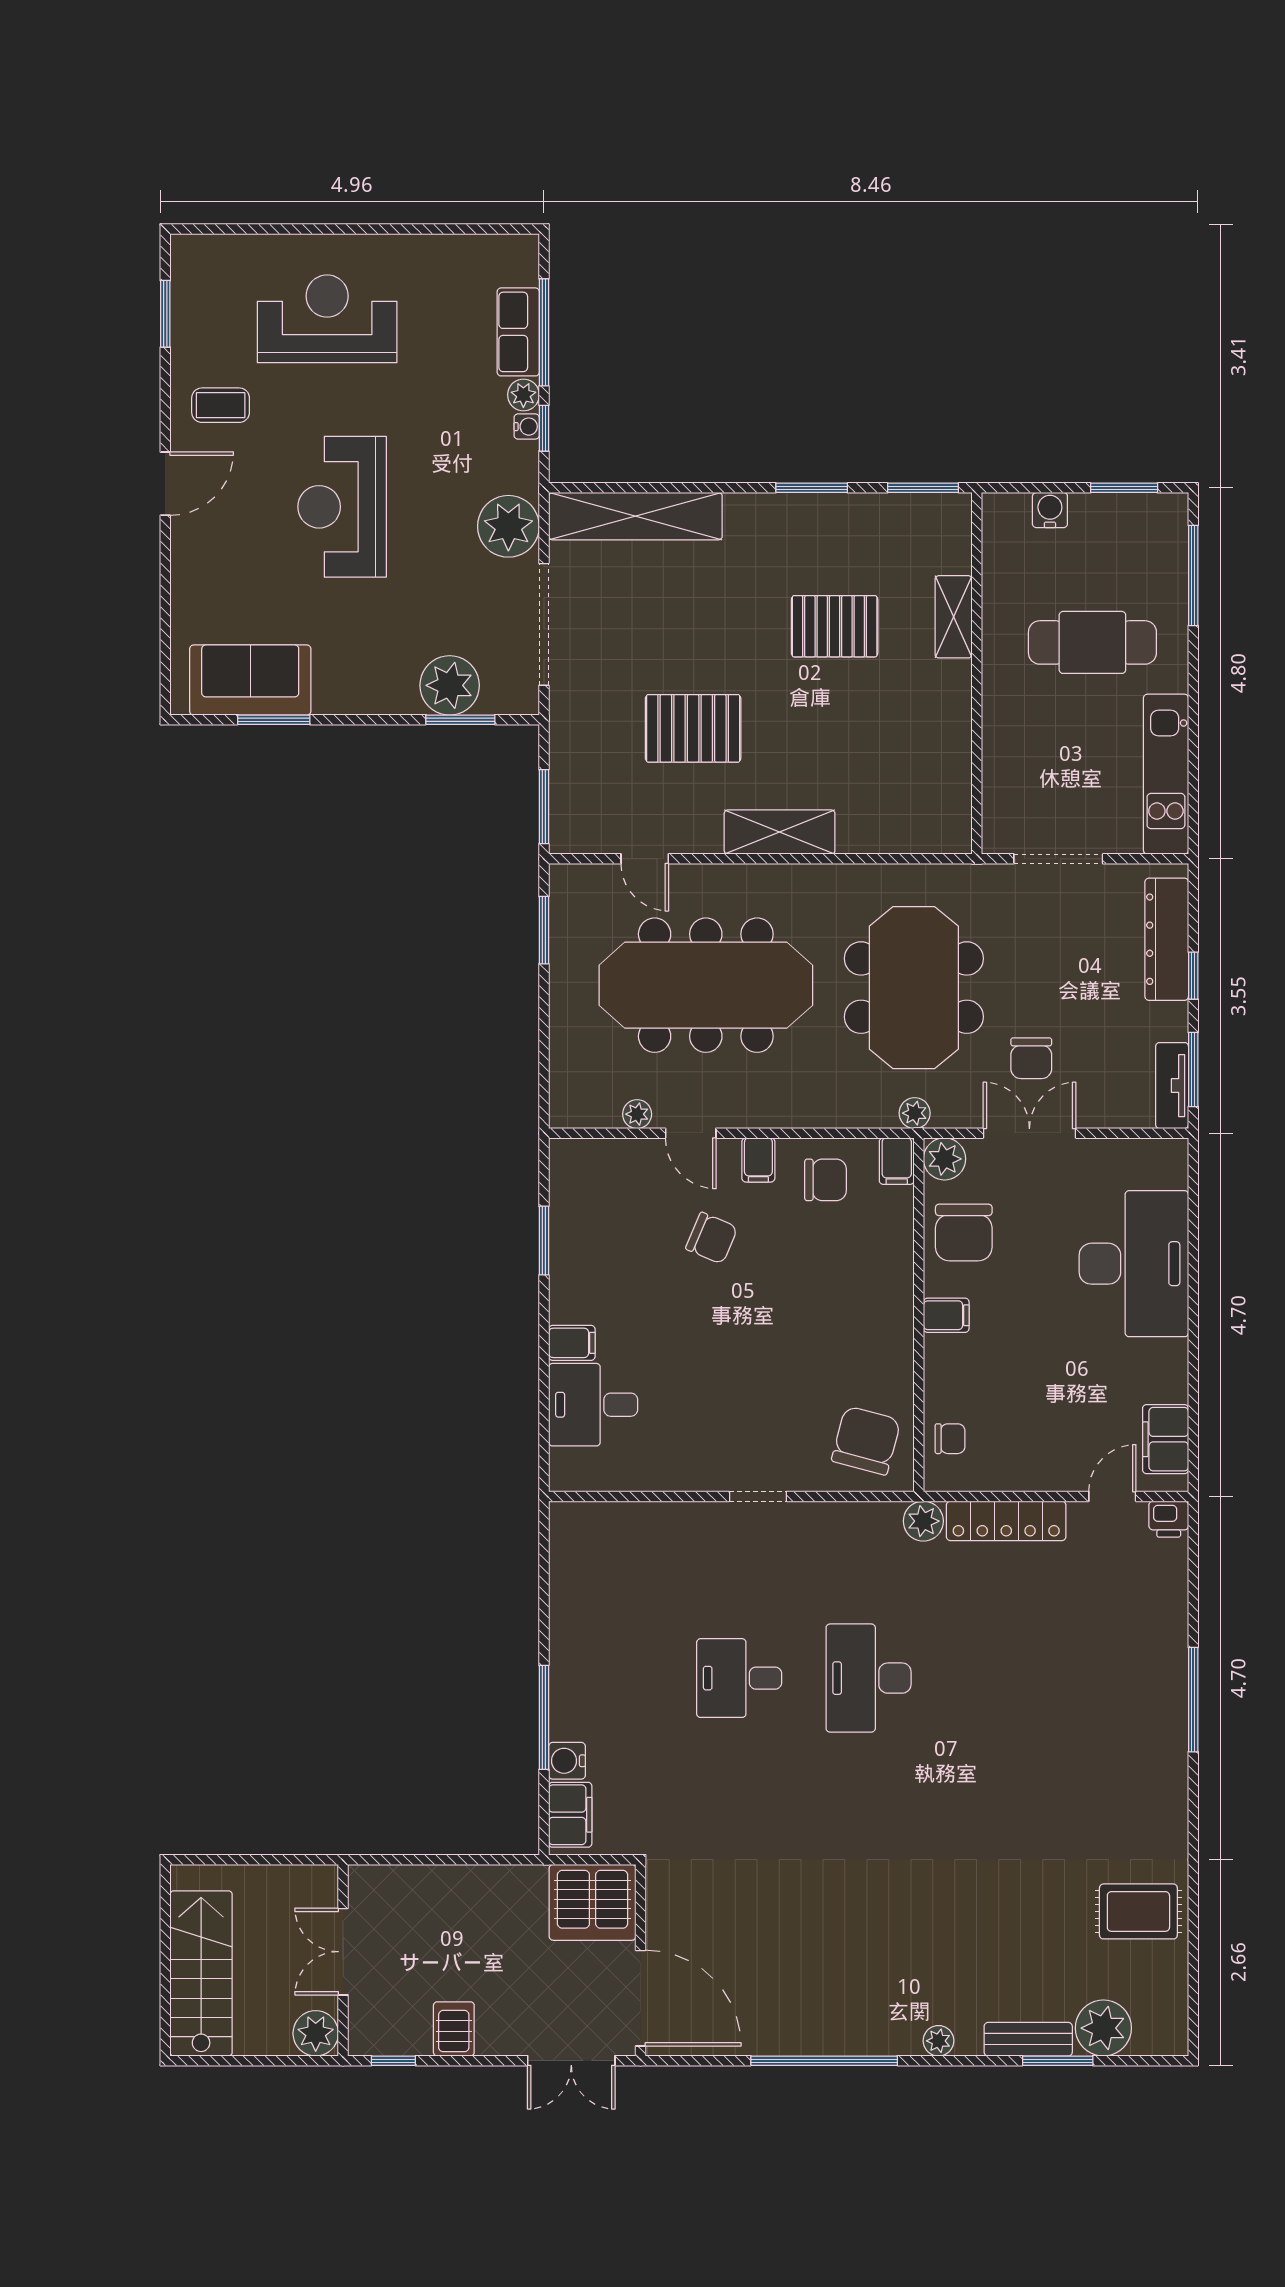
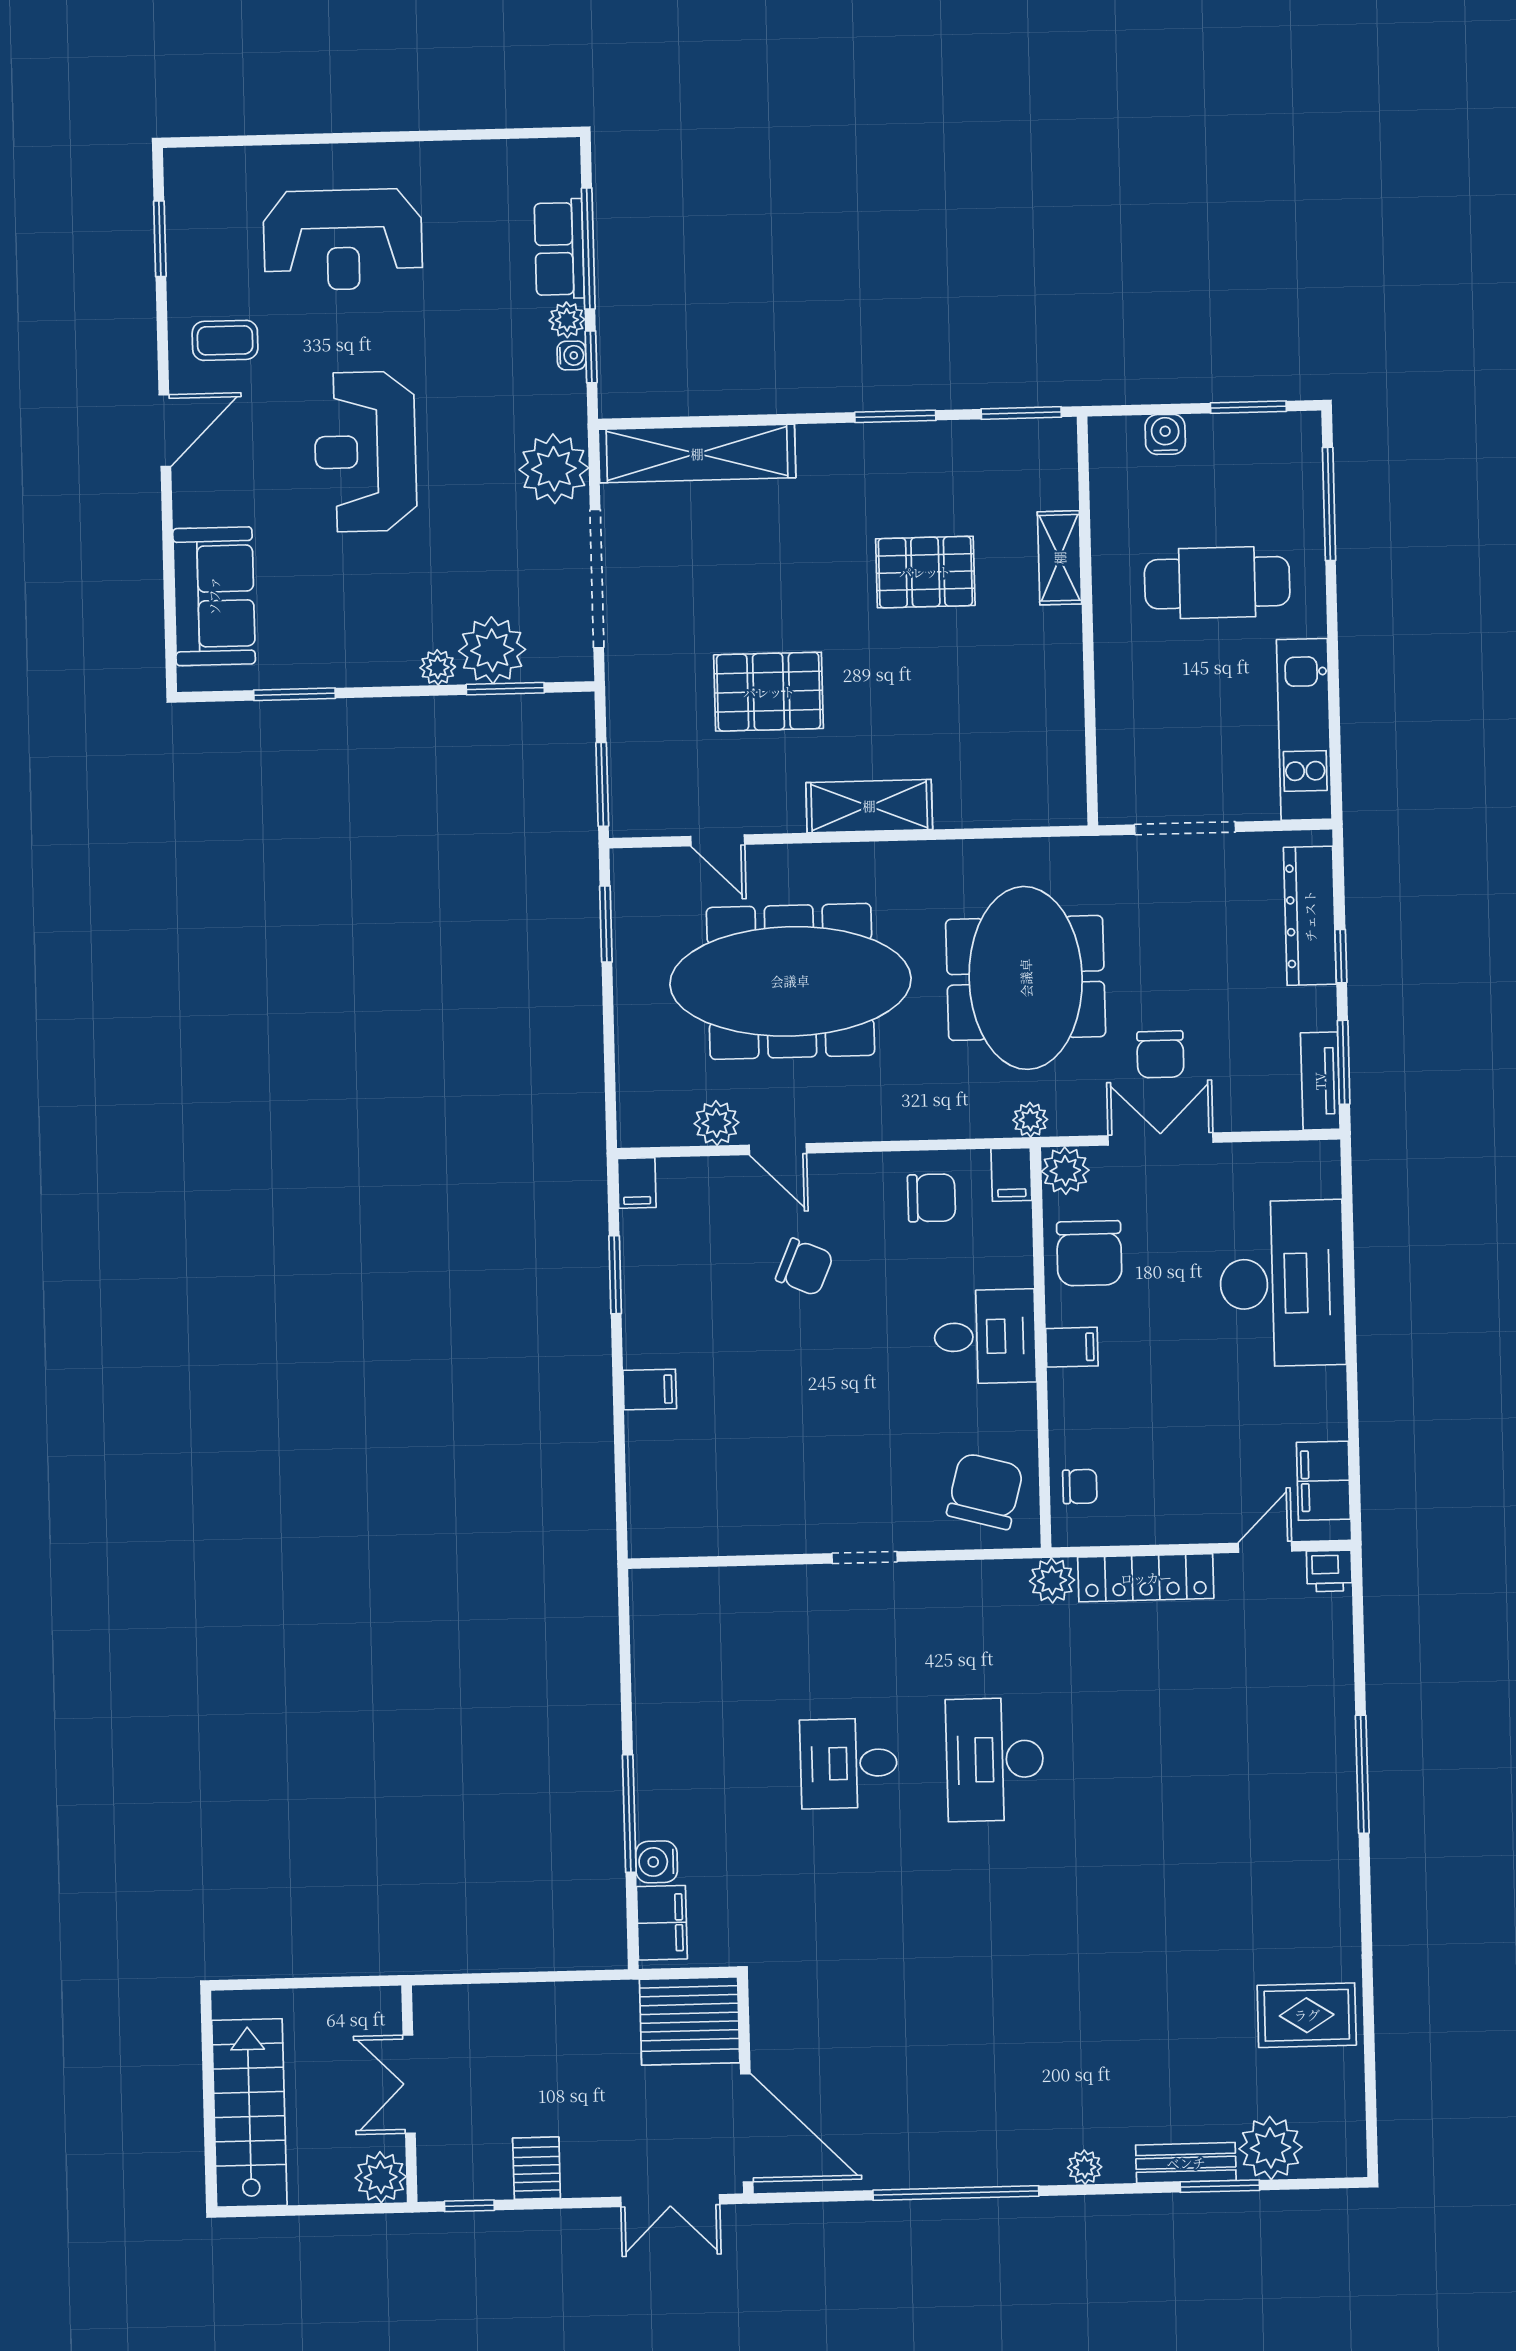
reception desk: (327, 319) -> (343, 240), turned 180
sofa: (250, 680) -> (214, 596), moved, turned 90
plant: (401, 699) -> (438, 667), added
plant: (637, 1114) -> (716, 1123), width x1.38, depth x1.38
filing cabinet: (758, 1160) -> (637, 1183), moved
desk: (593, 1405) -> (985, 1337), moved, turned 180

